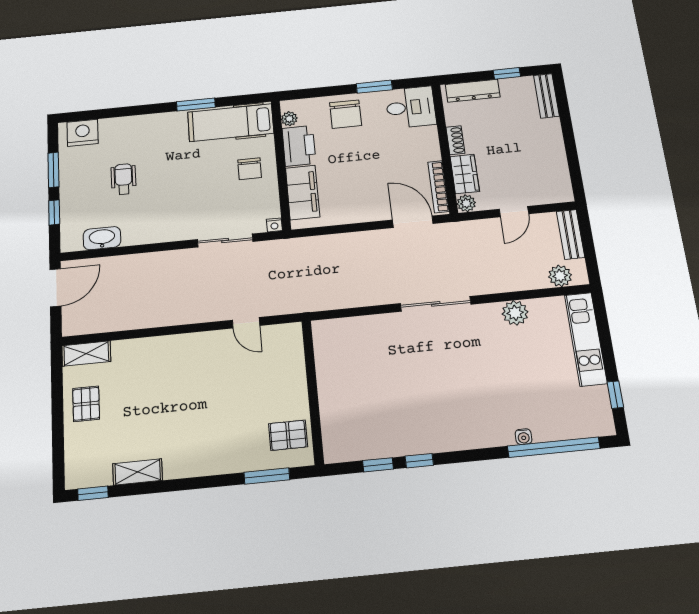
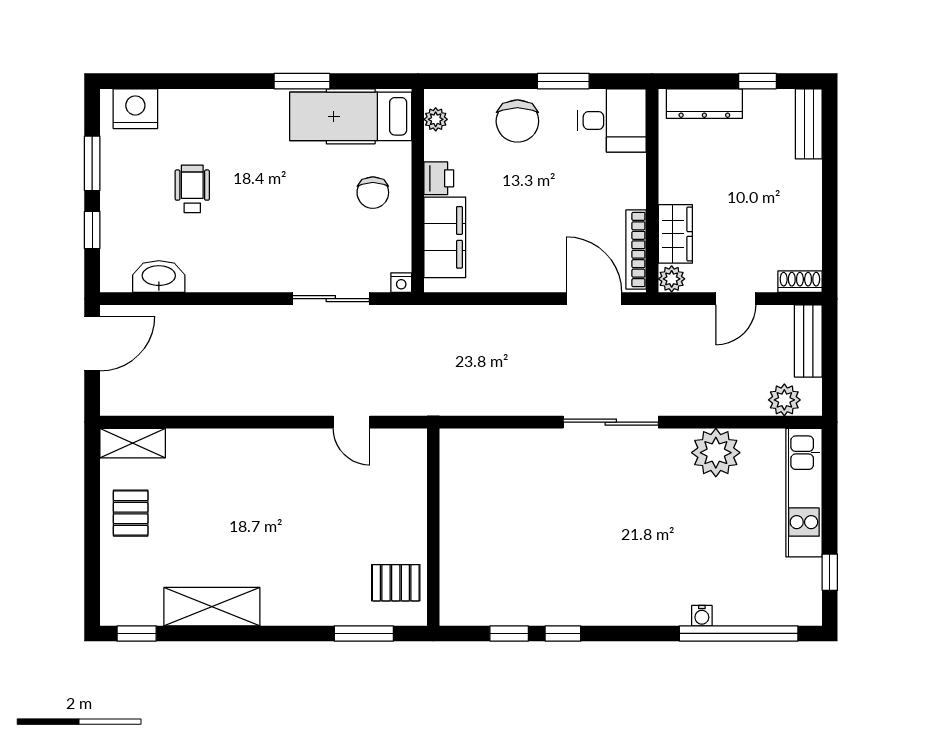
shoe rack: (455, 140) -> (800, 282), moved, turned -90
printer: (299, 146) -> (439, 178), width x0.53, depth x0.68
plant: (515, 313) -> (716, 453), width x1.36, depth x1.36
shelving: (138, 472) -> (212, 607), width x1.50, depth x1.33

